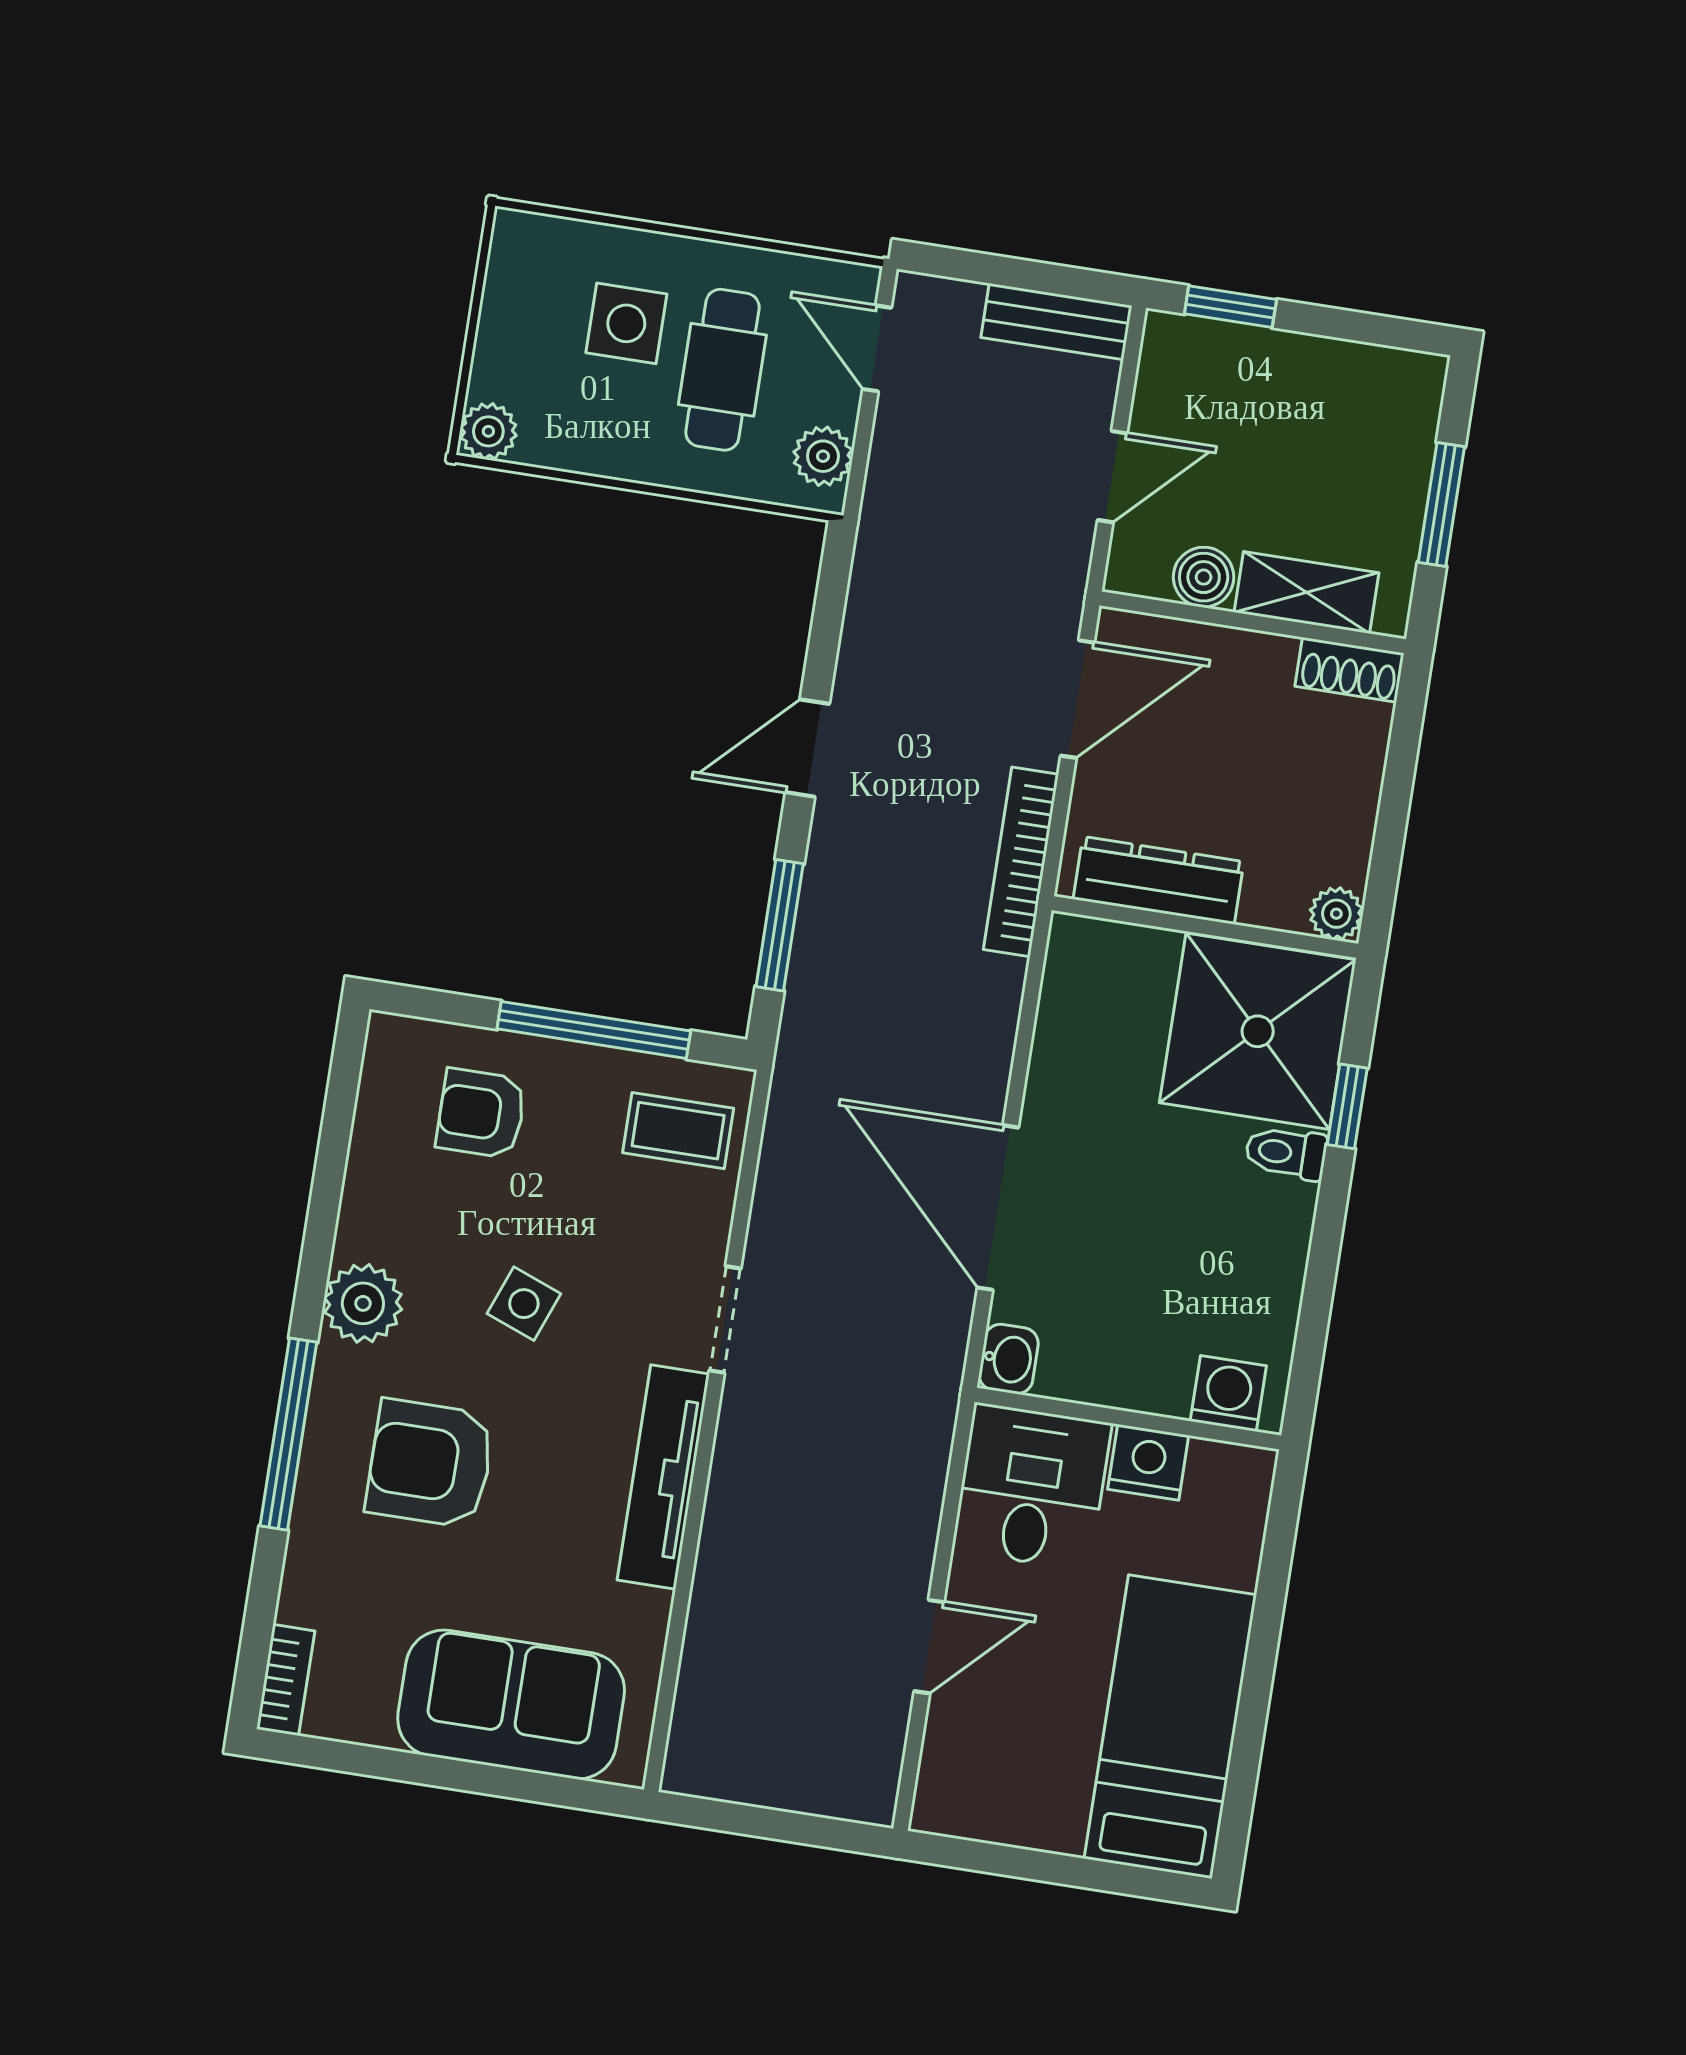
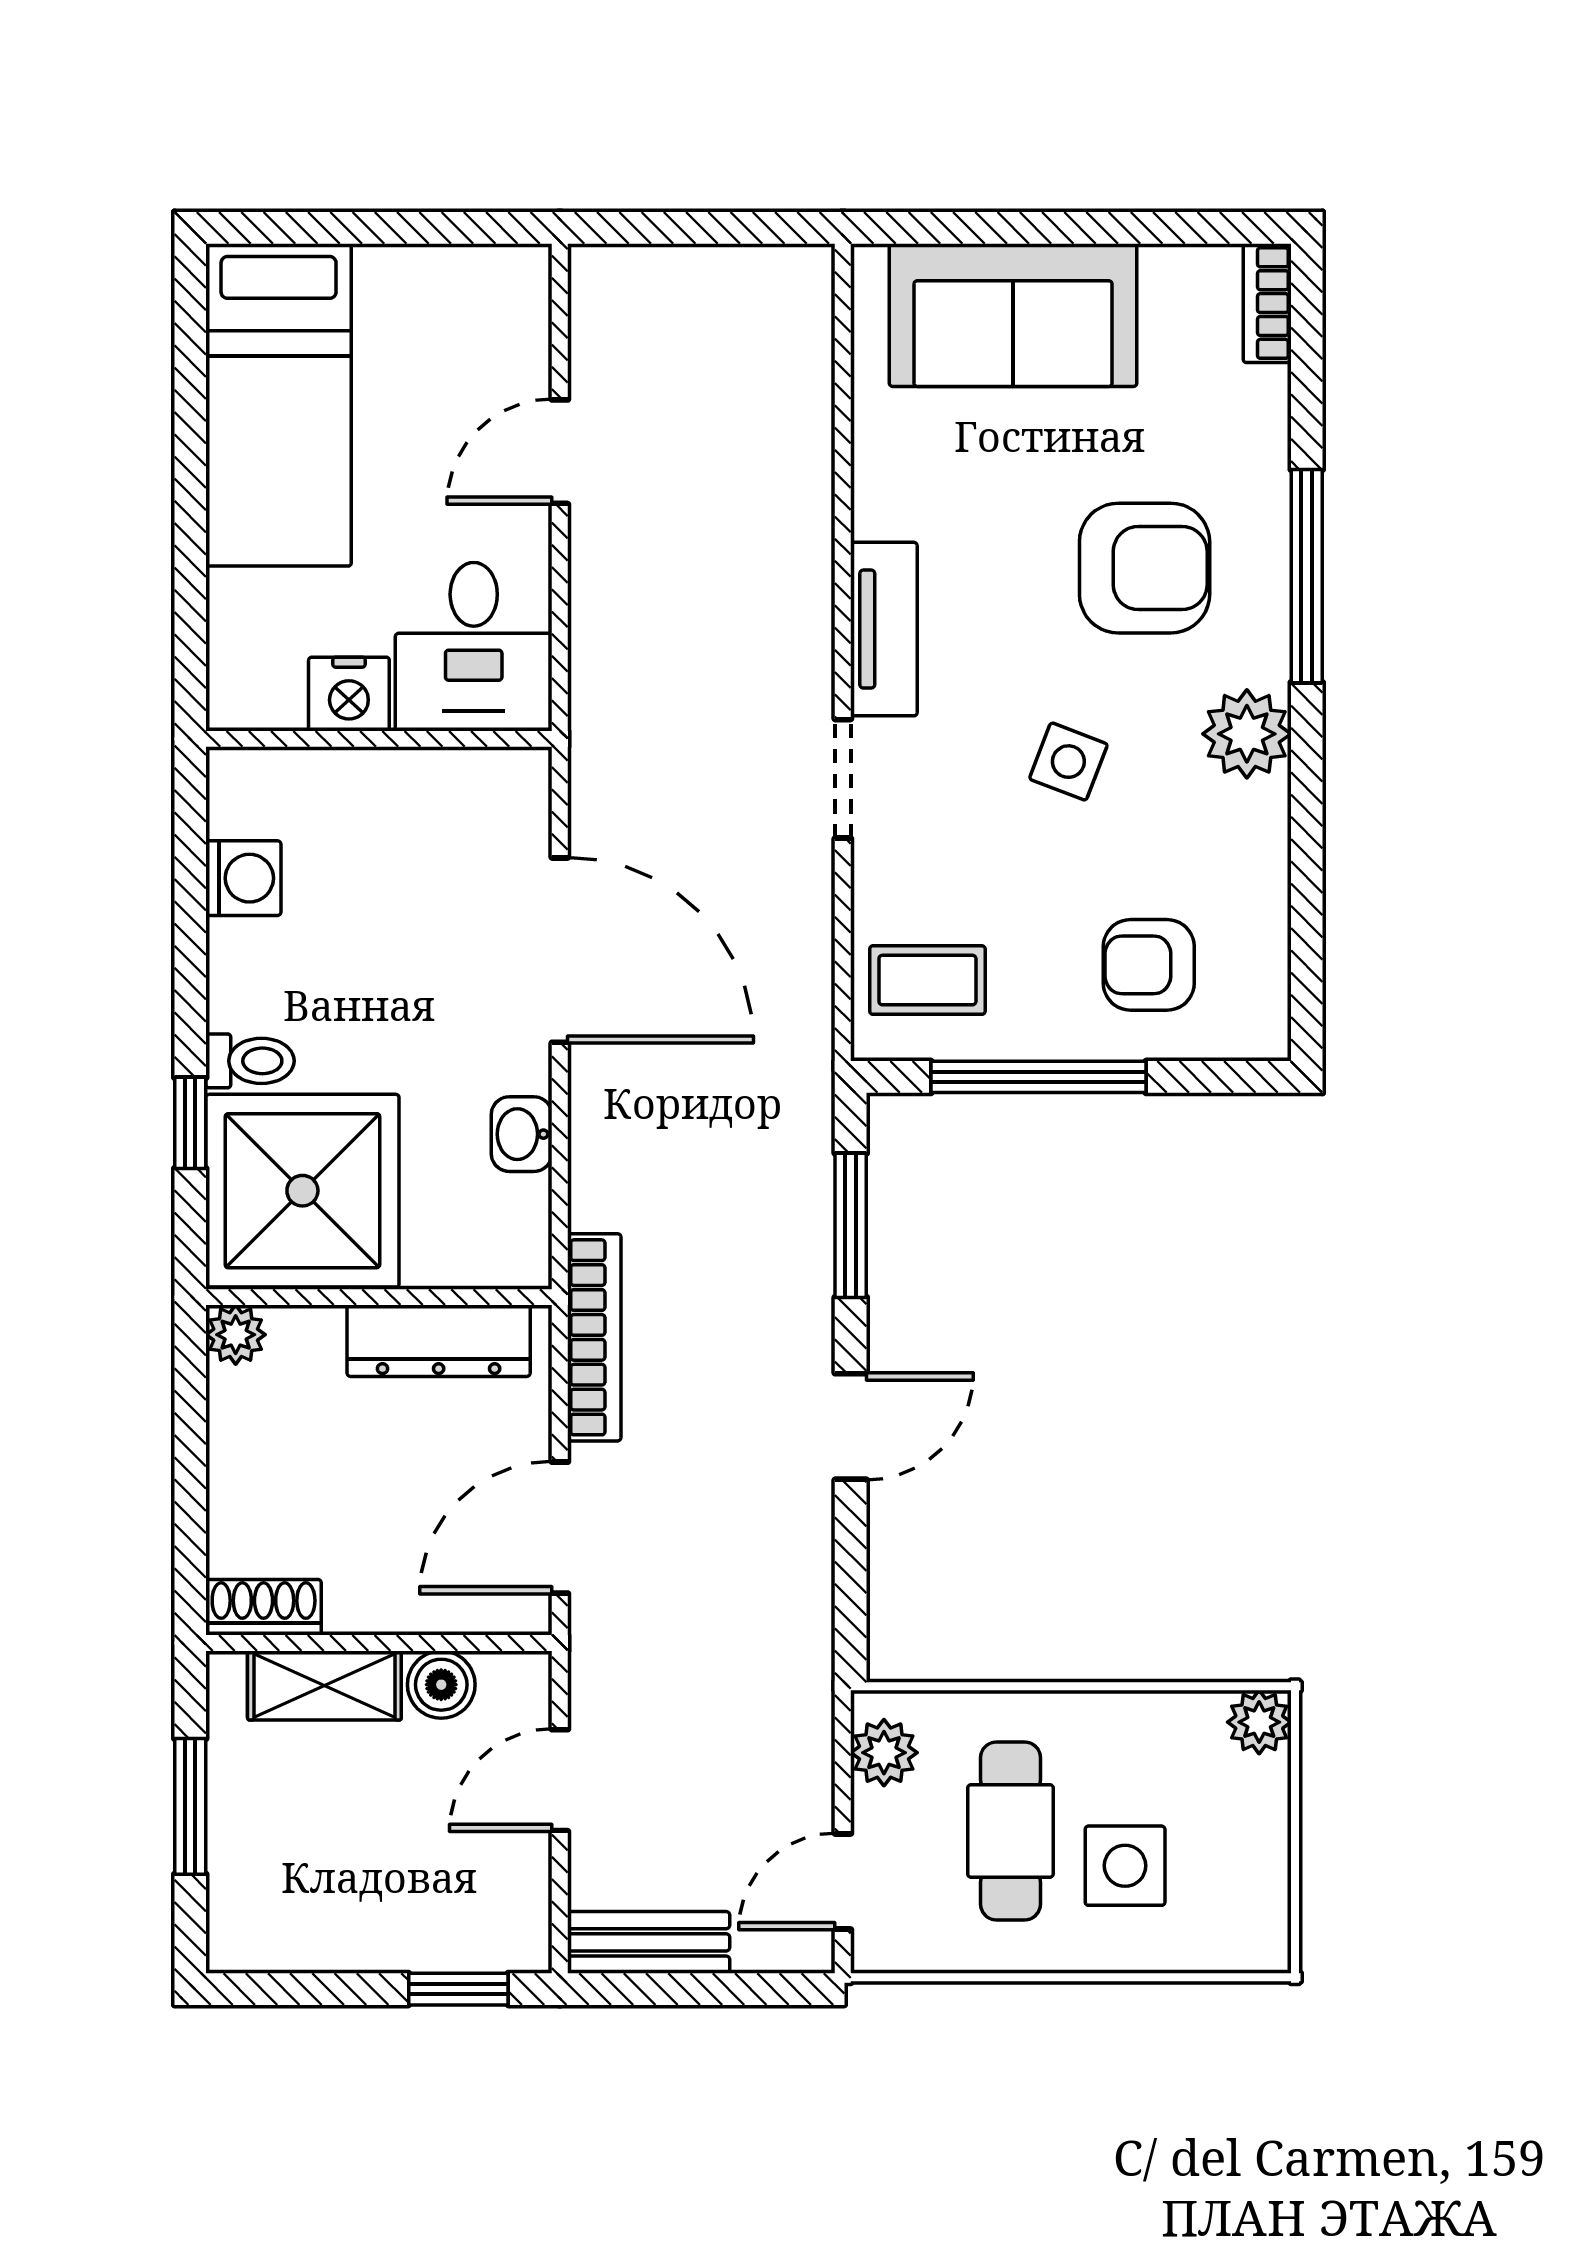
door: (877, 348) -> (843, 1881), swing flipped
armchair: (481, 1113) -> (1149, 965), turned 180
washbasin: (1009, 1359) -> (522, 1134), moved
washing machine: (1228, 1393) -> (243, 878), moved, turned -90
tv unit: (663, 1477) -> (884, 629), width x0.71

